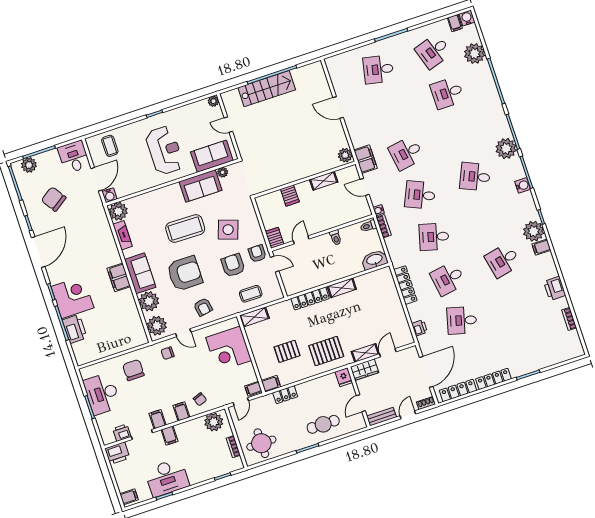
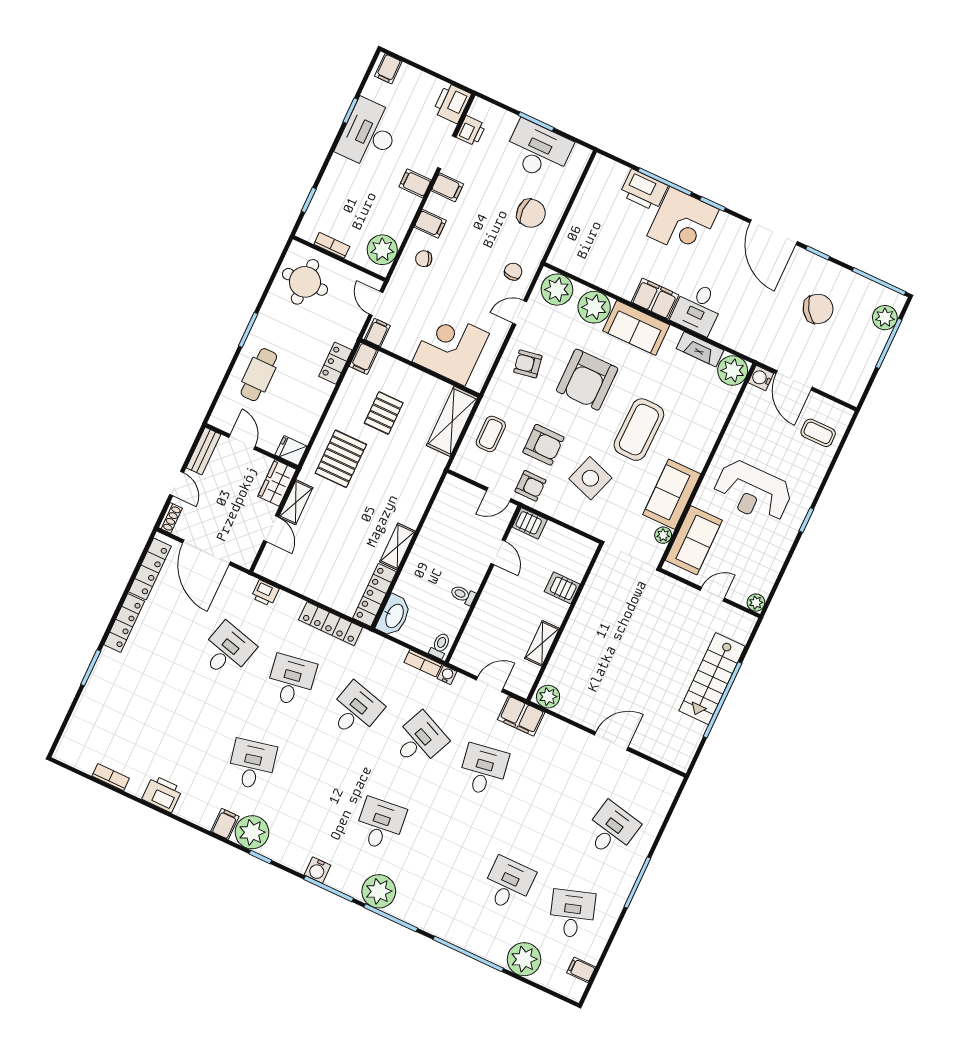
water cooler: (467, 18) -> (574, 989), removed
desk: (74, 157) -> (698, 308), moved, turned 90
desk: (475, 177) -> (380, 824), turned -30
locker: (310, 299) -> (375, 595), moved
shelving: (254, 317) -> (452, 421), width x1.50, depth x1.33

